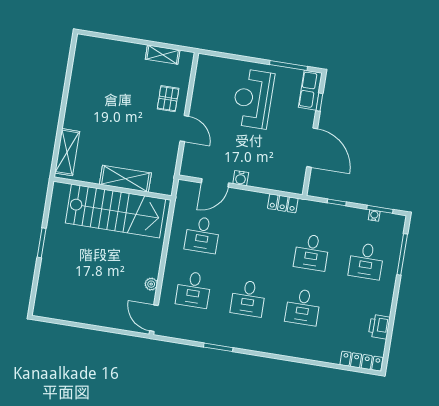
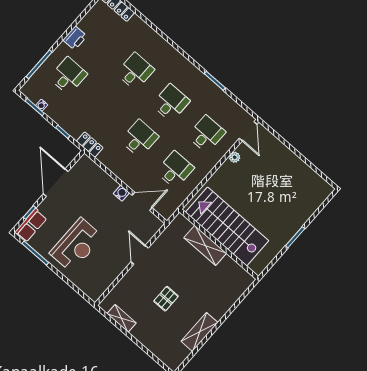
pallet: (168, 99) -> (166, 299), moved
shelving: (67, 152) -> (200, 332), moved
locker: (283, 203) -> (90, 145), moved
desk: (312, 252) -> (139, 138), moved
printer: (379, 327) -> (75, 38), moved

